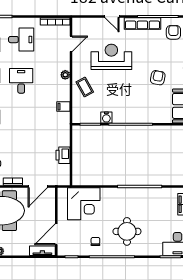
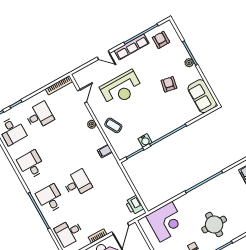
reception desk: (111, 57) -> (121, 88), turned 180
desk: (21, 81) -> (77, 183), moved, turned 90
printer: (63, 155) -> (134, 205), moved

